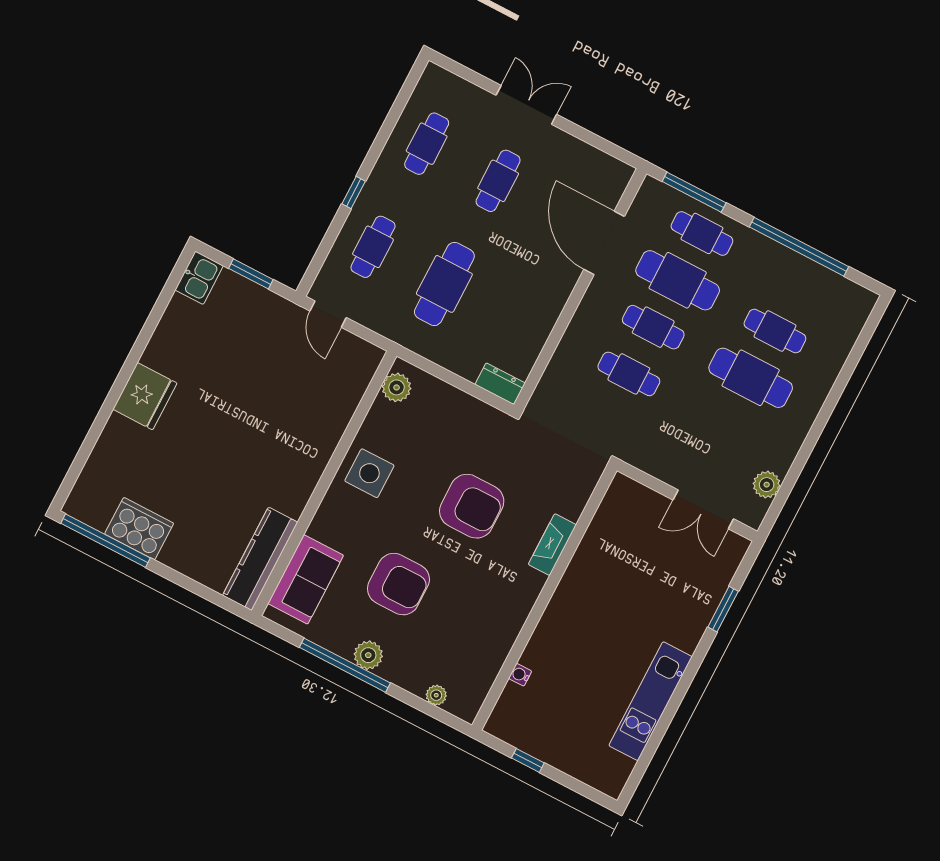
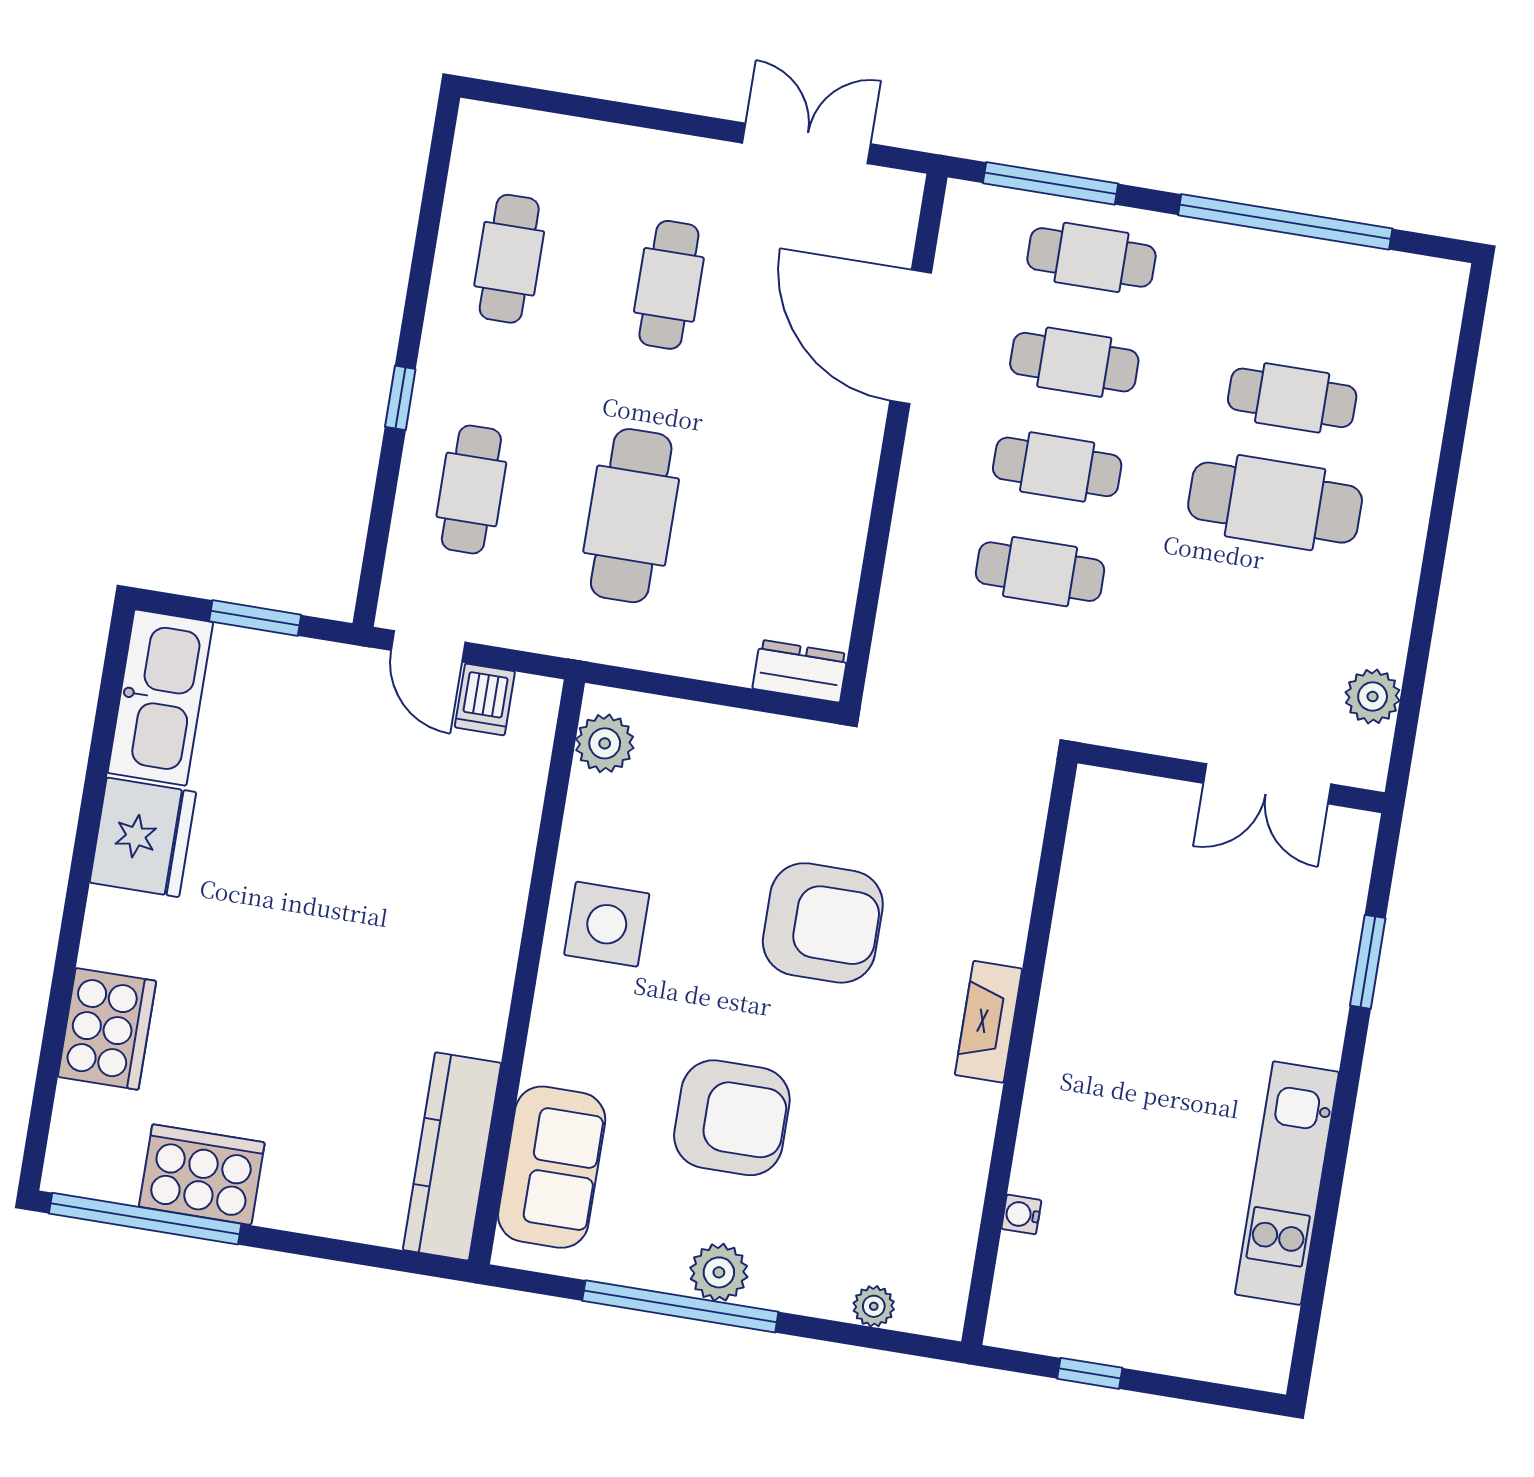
double door: (526, 105) -> (806, 143), moved
kitchen sink: (199, 278) -> (160, 697), width x1.87, depth x1.24
cafe table: (678, 280) -> (1074, 362), width x0.73, depth x0.74
dishwasher: (347, 348) -> (485, 699), added
fridge: (145, 396) -> (143, 837), moved
cooker: (117, 445) -> (107, 1029), added
fireplace: (552, 545) -> (988, 1022), moved

